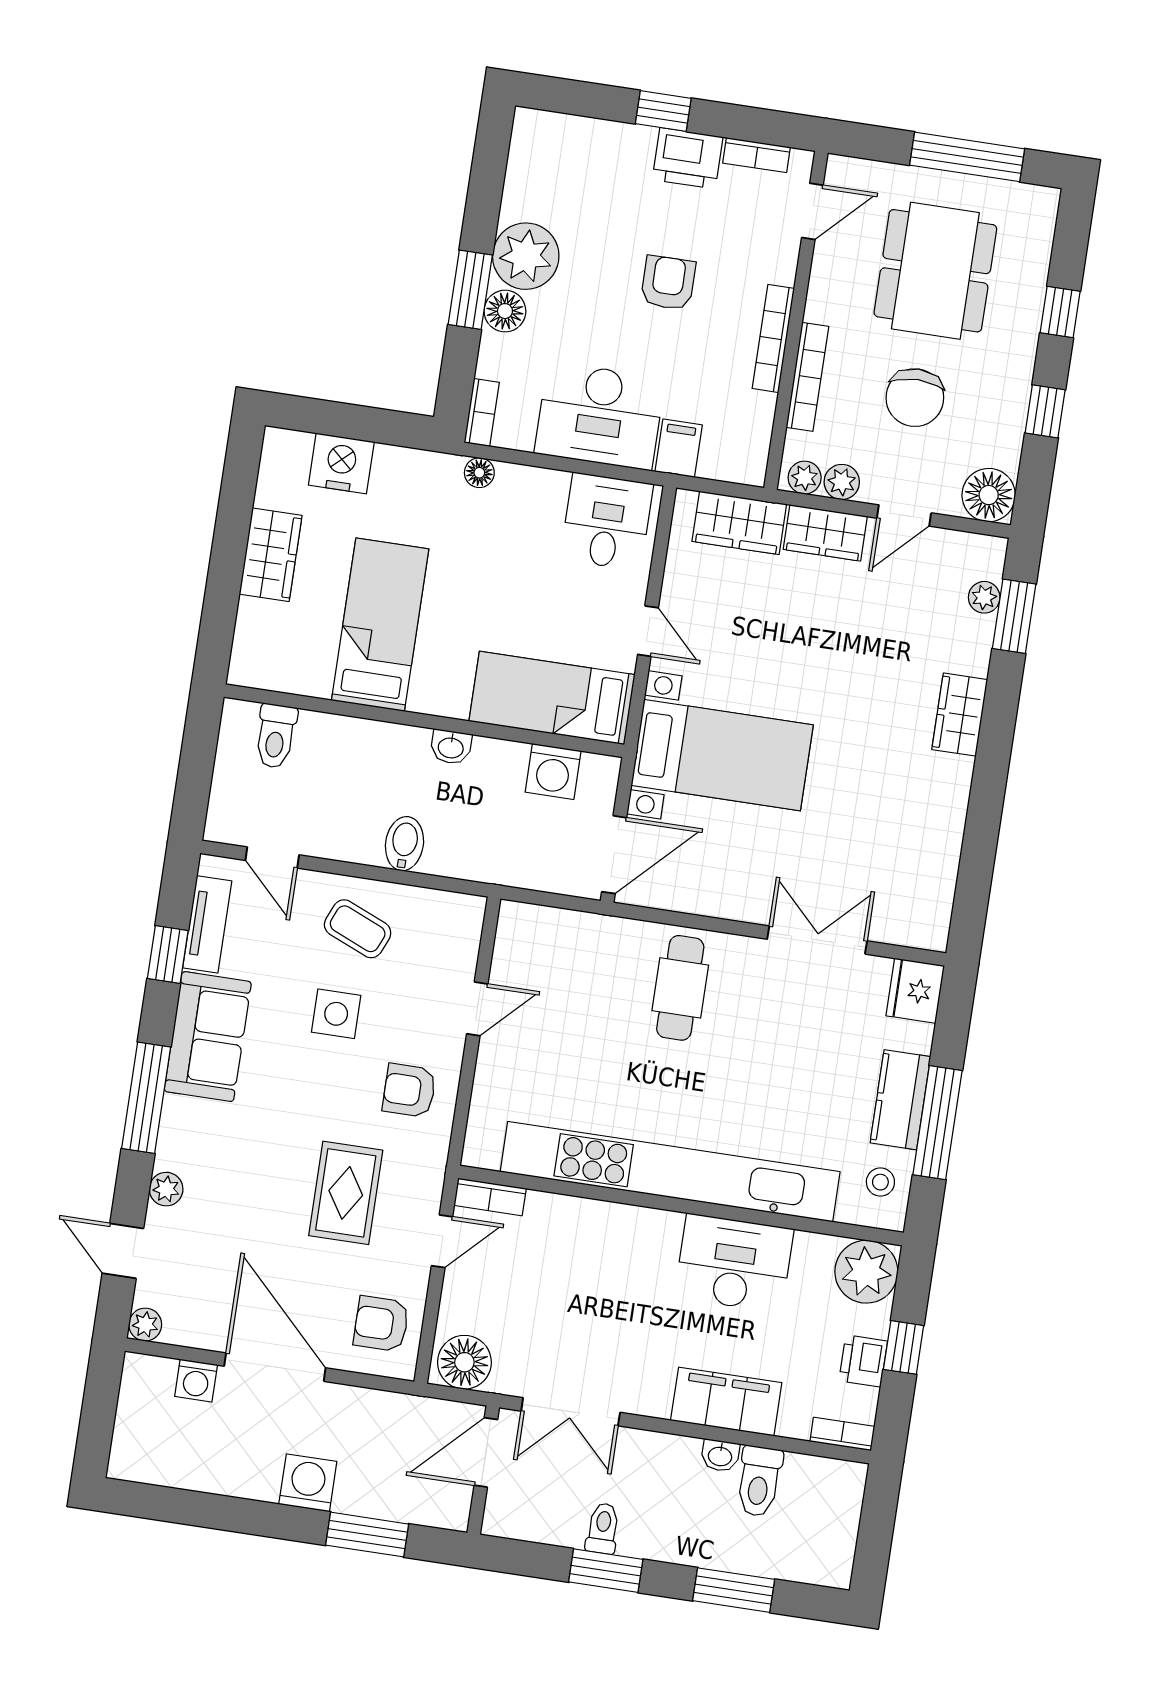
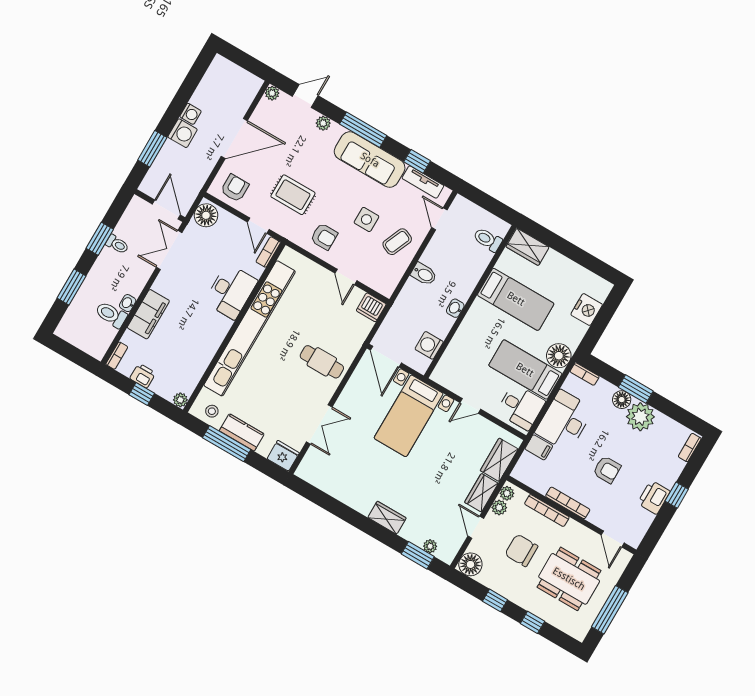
bookcase: (757, 155) -> (690, 448), moved
floor lamp: (479, 473) -> (559, 356), width x1.89, depth x1.89
wardrobe: (271, 555) -> (528, 247), moved
bed: (552, 698) -> (525, 370), moved, turned -90
door: (272, 858) -> (439, 219), hinge flipped
dishwasher: (521, 928) -> (371, 307), added
sofa: (208, 1037) -> (370, 160), width x1.36
armchair: (409, 1090) -> (324, 237), turned 90
desk: (734, 1263) -> (231, 291), moved
plant: (866, 1272) -> (180, 400), width x0.53, depth x0.53
washing machine: (196, 1381) -> (191, 114), moved, turned 180

